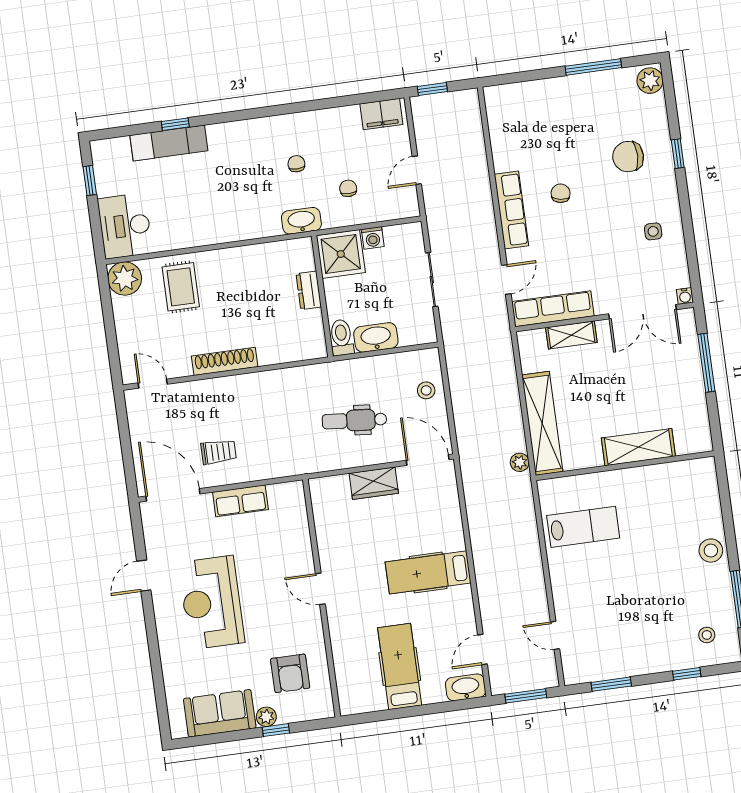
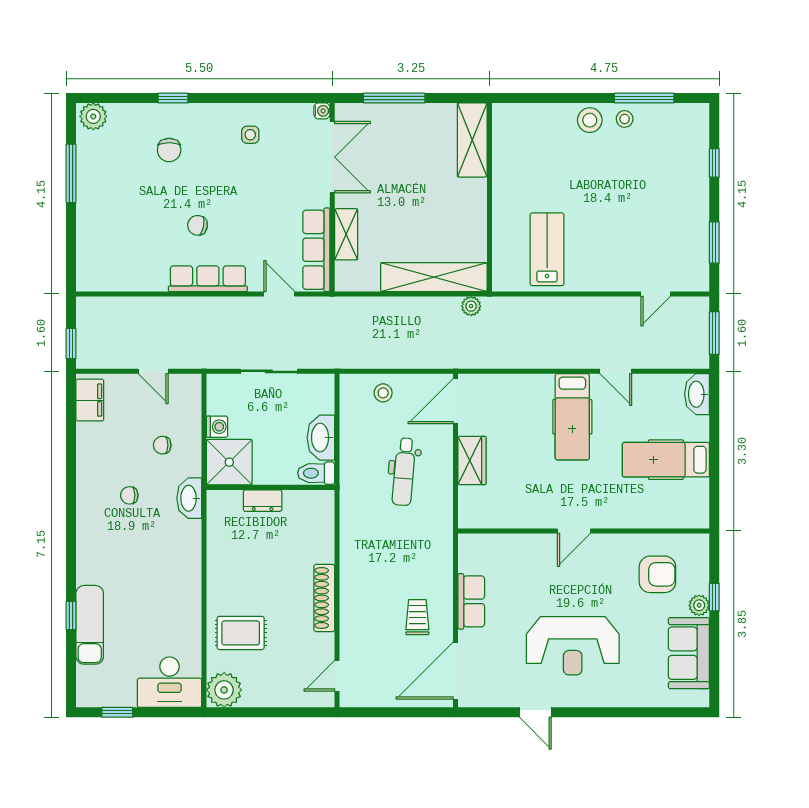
chair: (628, 157) -> (169, 150), width x0.73, depth x0.73
shelving: (638, 447) -> (472, 140), moved
stool: (707, 635) -> (625, 119), moved
door: (482, 649) -> (616, 371), moved

